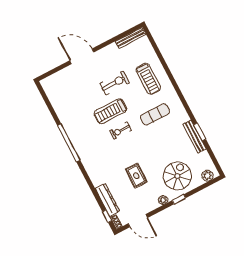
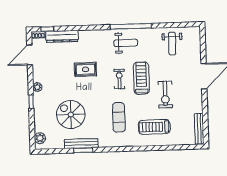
weight bench: (66, 99) -> (172, 44), added
weight bench: (86, 140) -> (126, 43), added
rug: (136, 176) -> (86, 69), moved
spiral stairs: (177, 176) -> (71, 115), moved, turned 180

